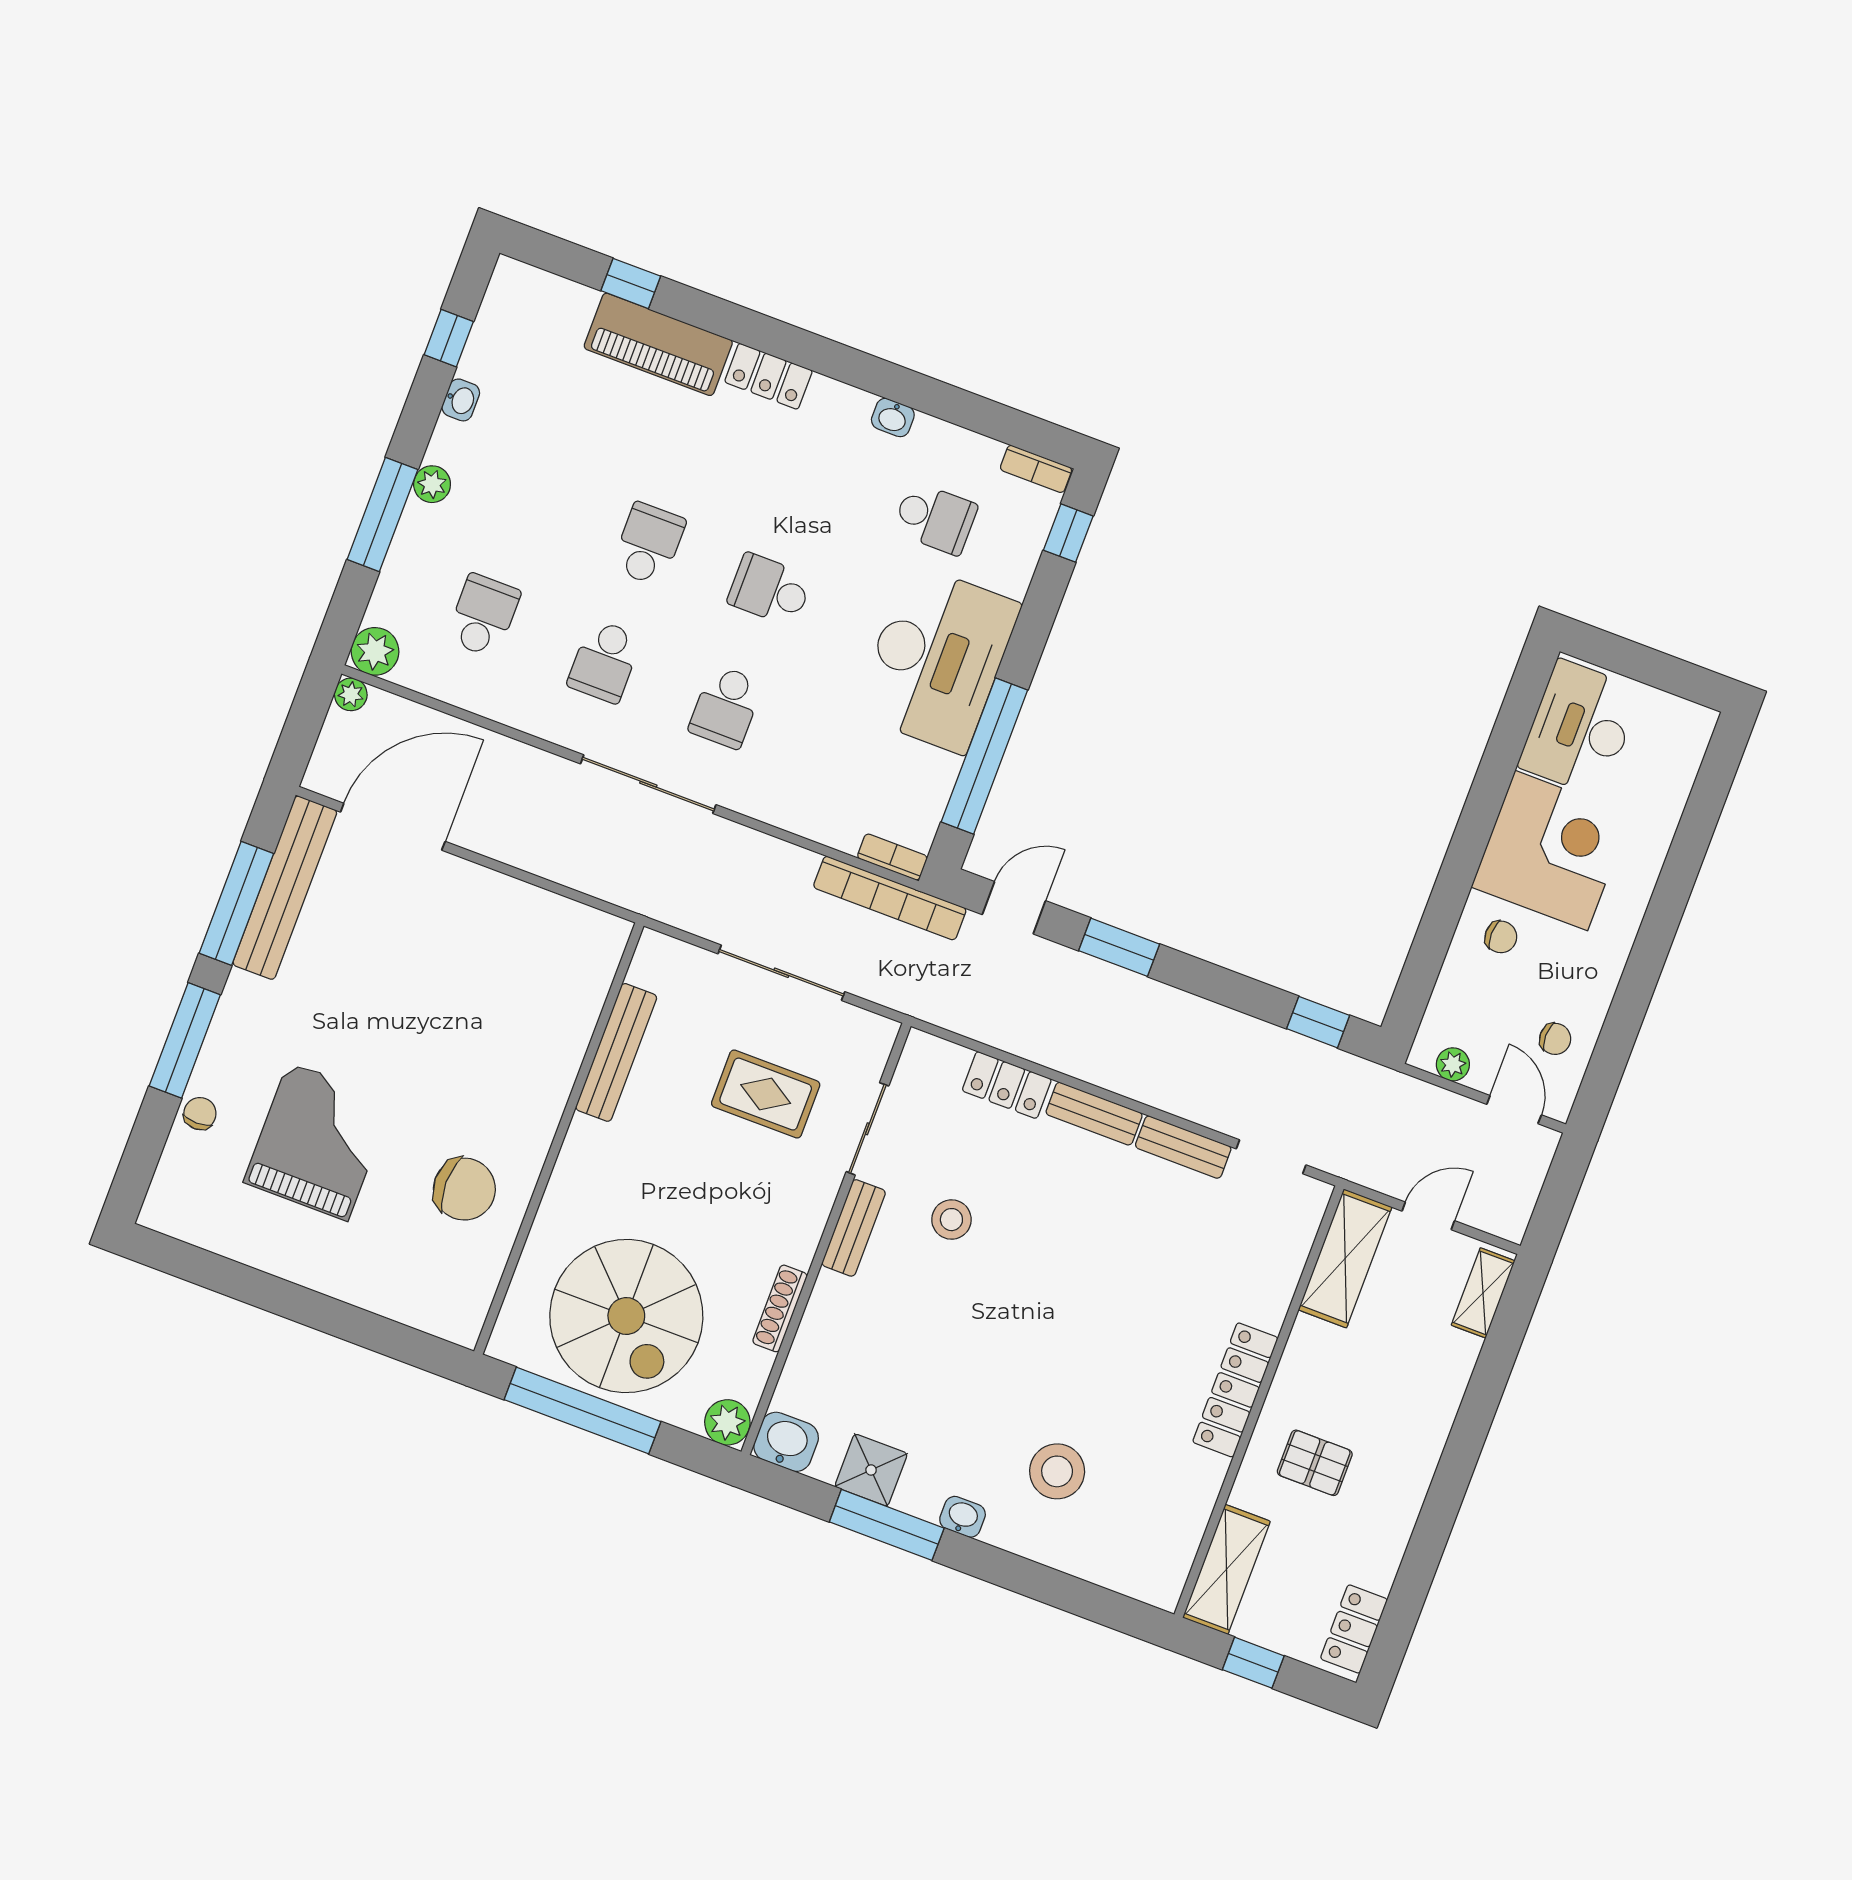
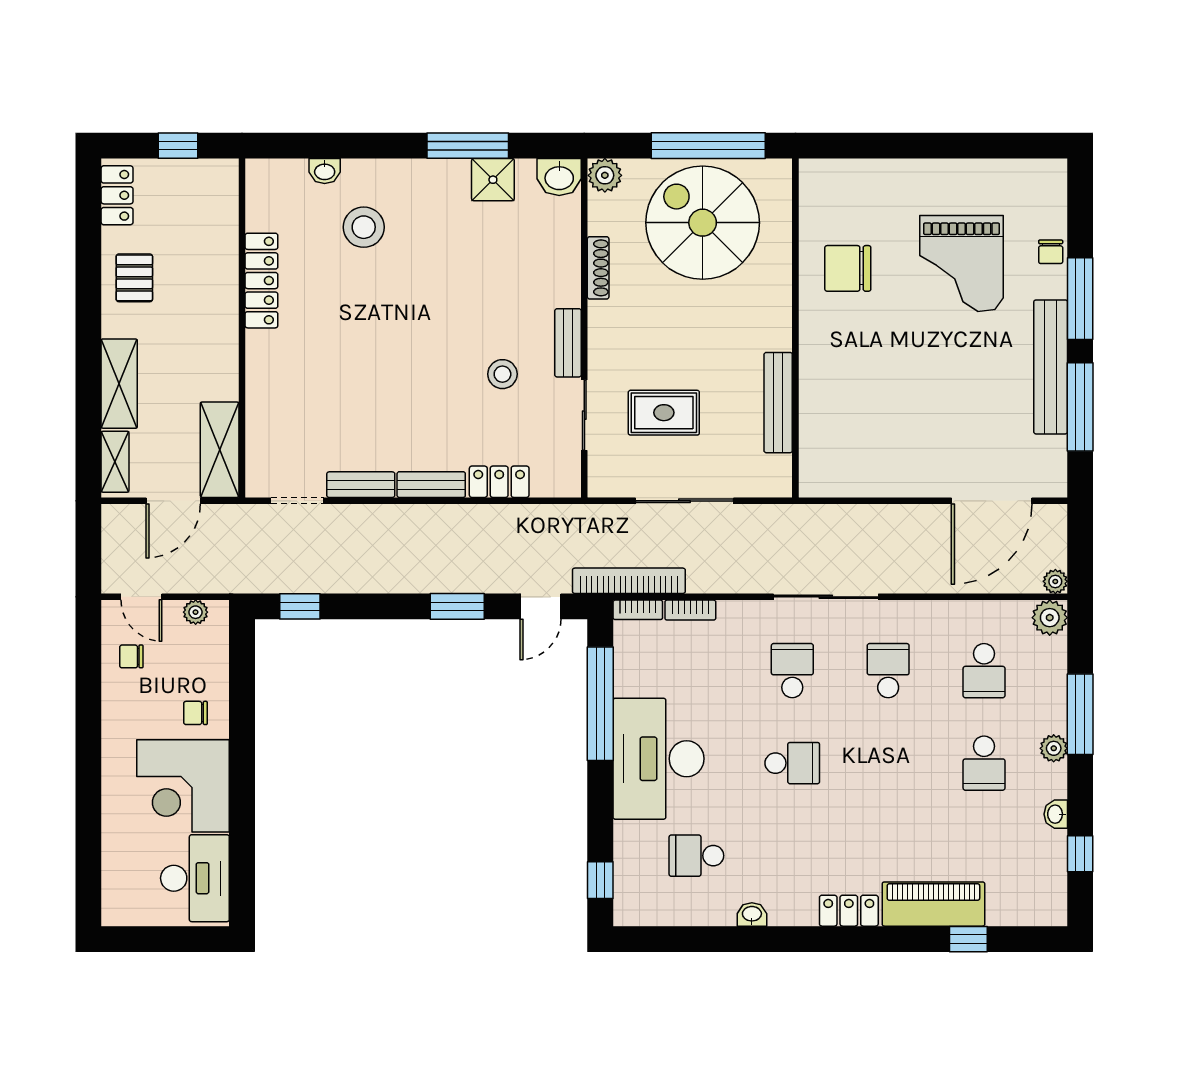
bookcase: (1036, 469) -> (690, 610), moved, turned 180
school desk: (649, 544) -> (984, 763), moved
bench: (285, 888) -> (1051, 367), moved
door: (1428, 1216) -> (173, 501), width x1.38
locker: (1235, 1390) -> (261, 281), moved
pallet: (1315, 1463) -> (134, 278), moved, turned 90
washbasin: (963, 1517) -> (325, 171), moved
shelving: (1226, 1569) -> (119, 384), moved

